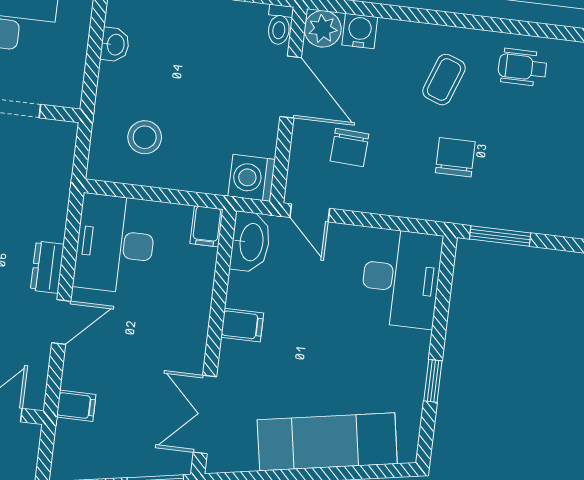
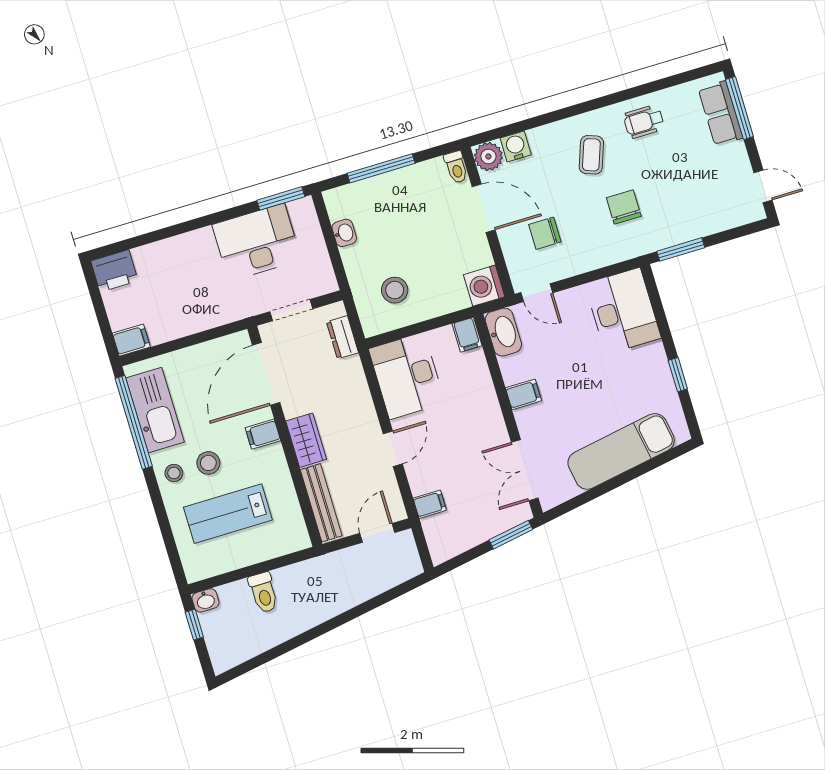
chair: (350, 147) -> (545, 233), turned 87
dresser: (47, 267) -> (342, 337), moved

